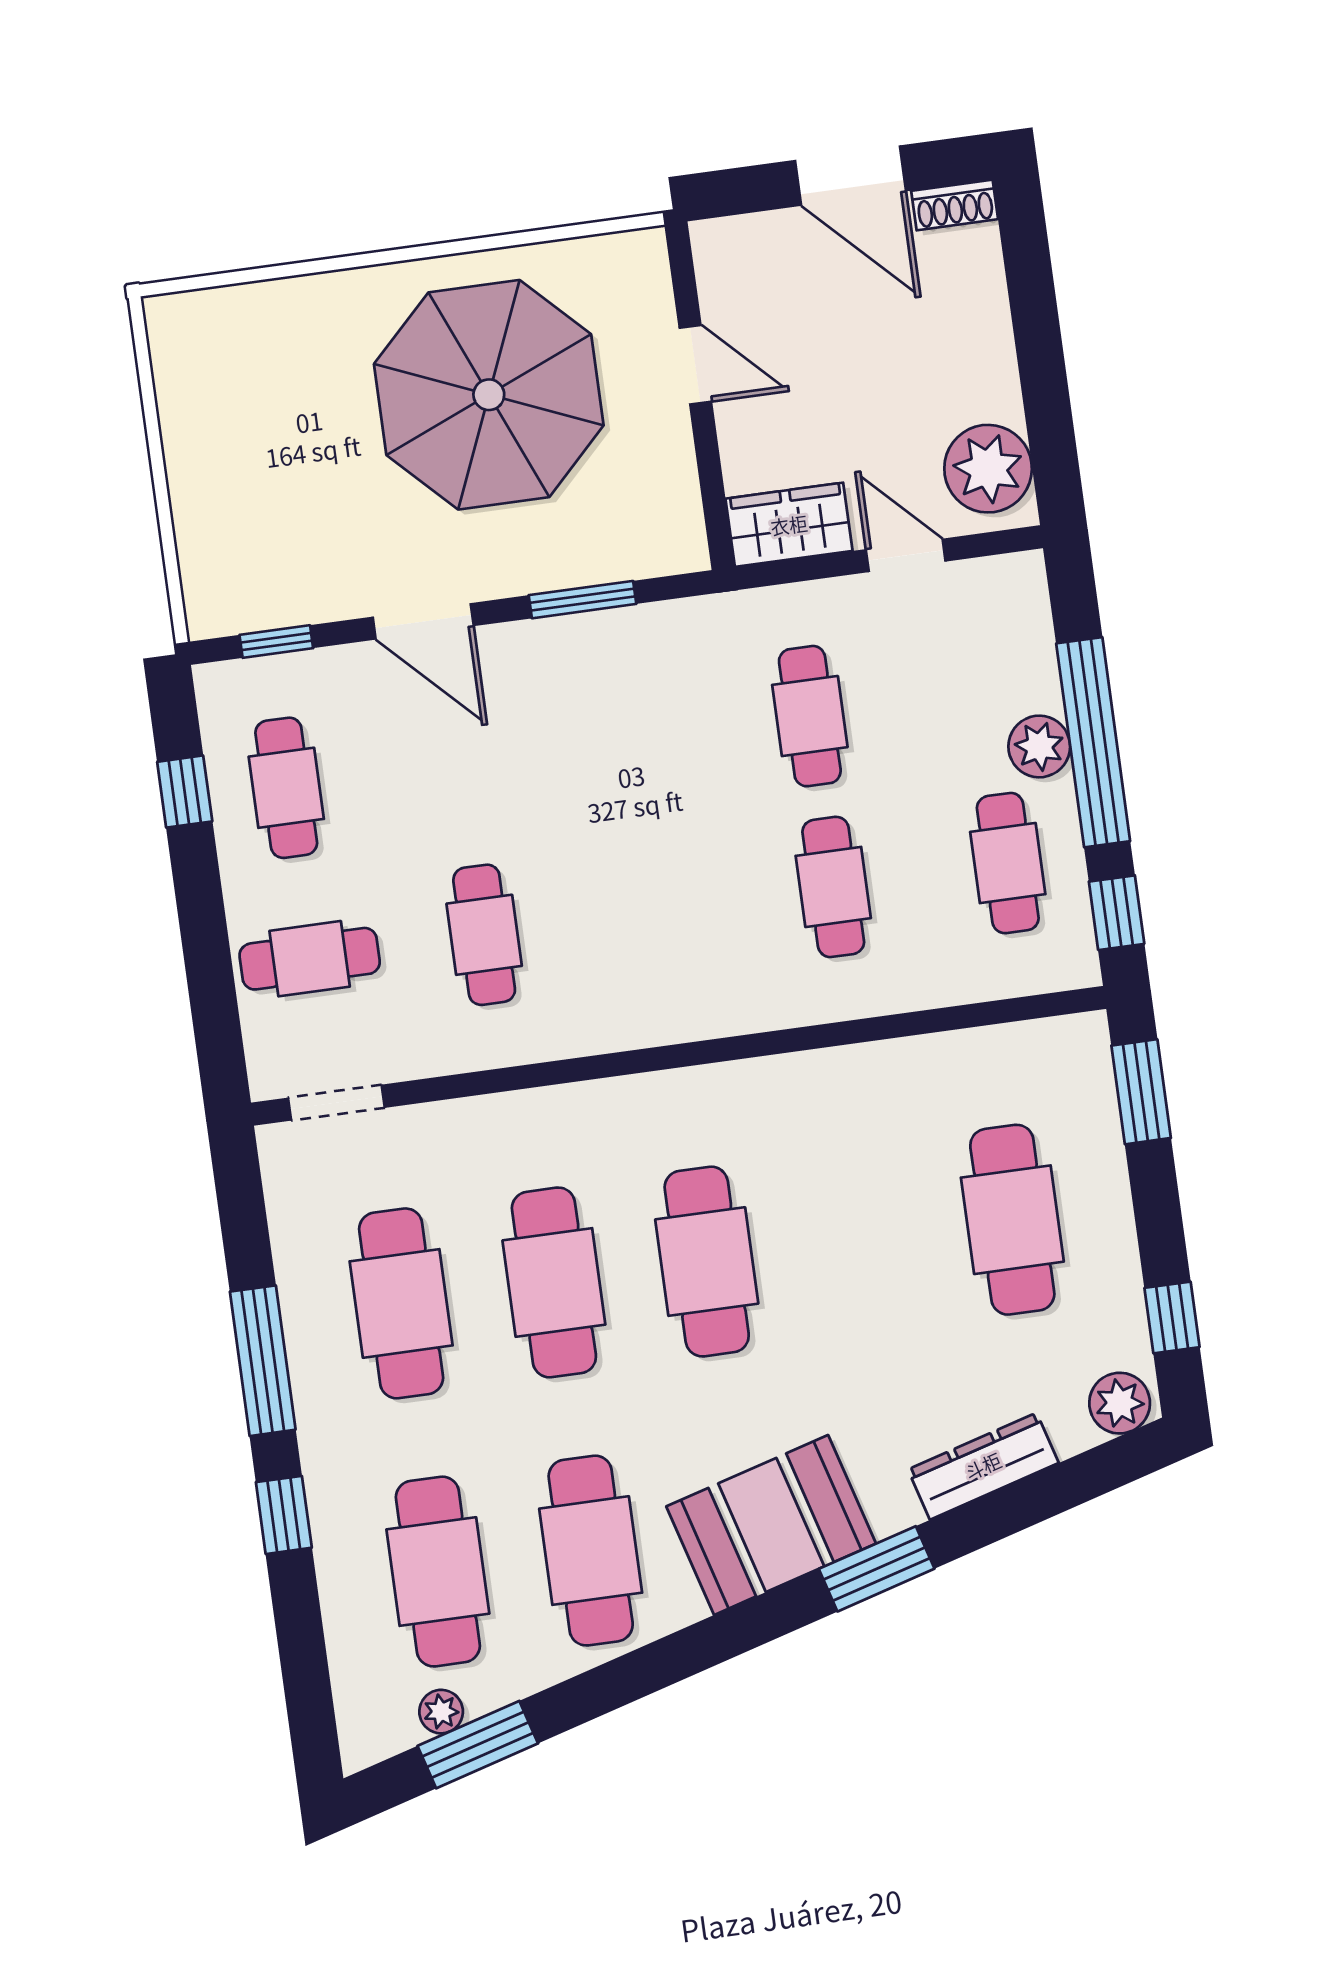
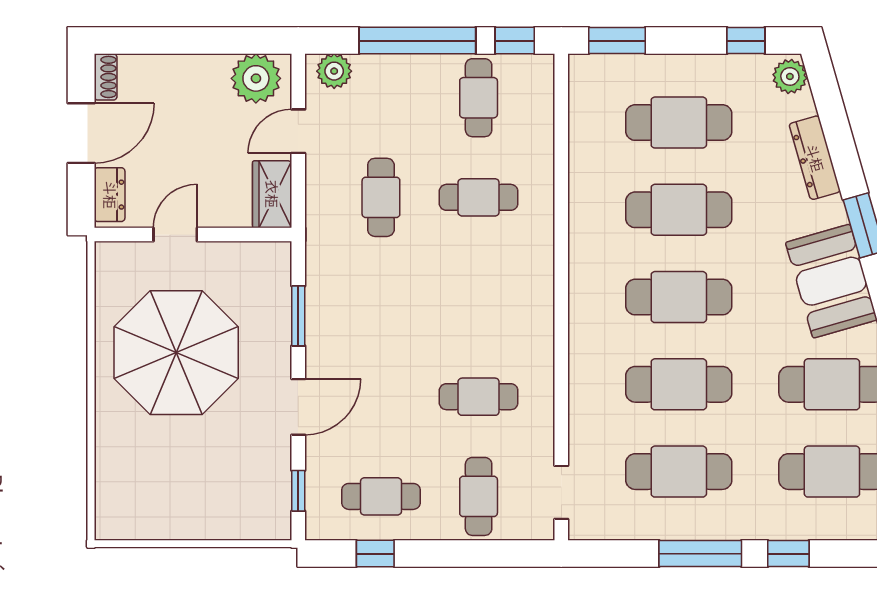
dresser: (750, 240) -> (110, 195), added
cafe table: (810, 716) -> (381, 197), turned 90
plant: (1039, 746) -> (334, 71), moved
cafe table: (1008, 863) -> (479, 98), turned 90
cafe table: (860, 1241) -> (679, 210), added

